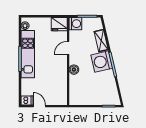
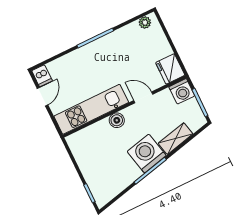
kitchen unit: (28, 54) -> (91, 109), moved, turned 180

